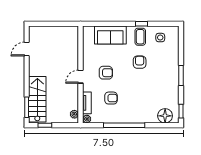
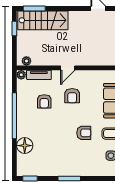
door: (81, 77) -> (68, 68), swing flipped
floor lamp: (165, 116) -> (25, 146), moved

